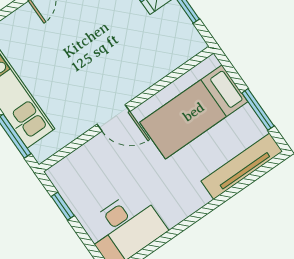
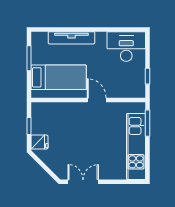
tv unit: (242, 166) -> (71, 38), moved

